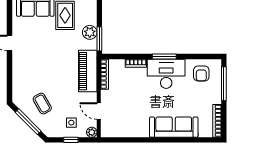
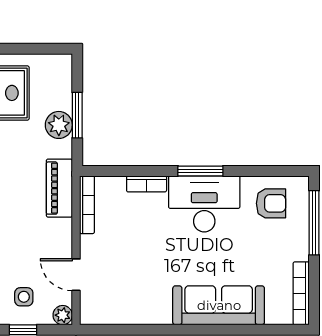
window: (99, 39) -> (77, 115), moved
piano: (88, 71) -> (59, 188), width x0.73, depth x0.75
armchair: (201, 74) -> (271, 203), turned -90

